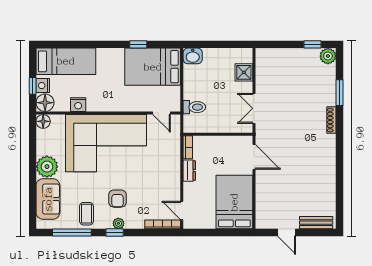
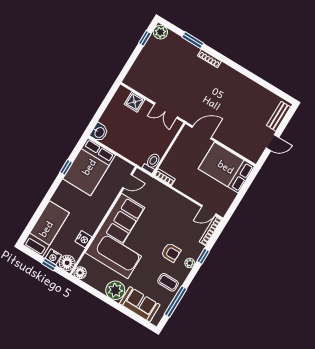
toilet: (194, 107) -> (152, 163), moved
dresser: (189, 171) -> (183, 187), removed
window: (115, 233) -> (203, 256), moved

